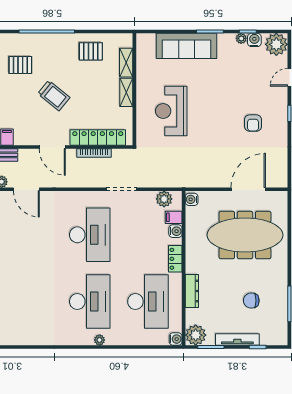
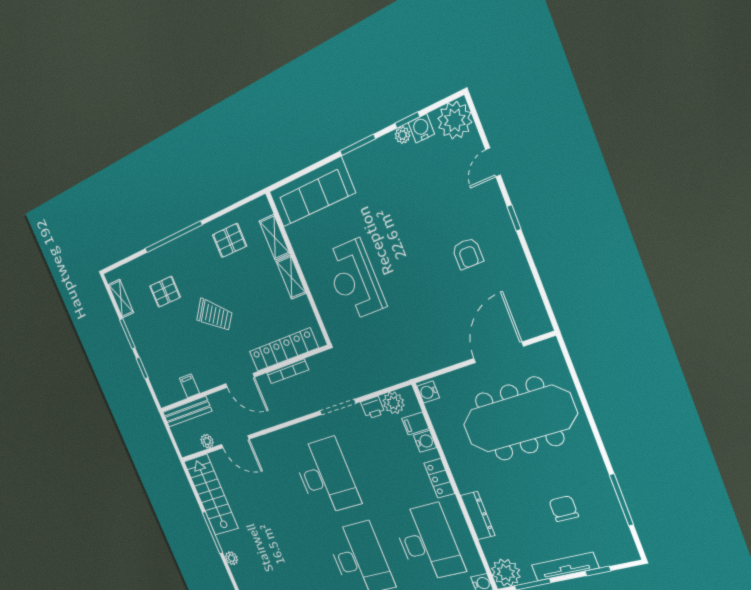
sofa: (187, 46) -> (312, 192), moved
printer: (148, 198) -> (373, 408), added
chair: (251, 301) -> (564, 509), turned 90

